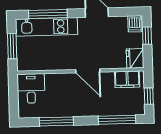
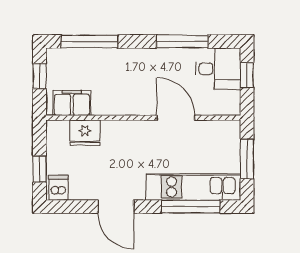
fridge: (135, 58) -> (85, 133), moved, turned 90
door: (88, 71) -> (176, 118), moved
desk: (31, 88) -> (218, 69), moved, turned -90
window: (14, 100) -> (247, 75), added

